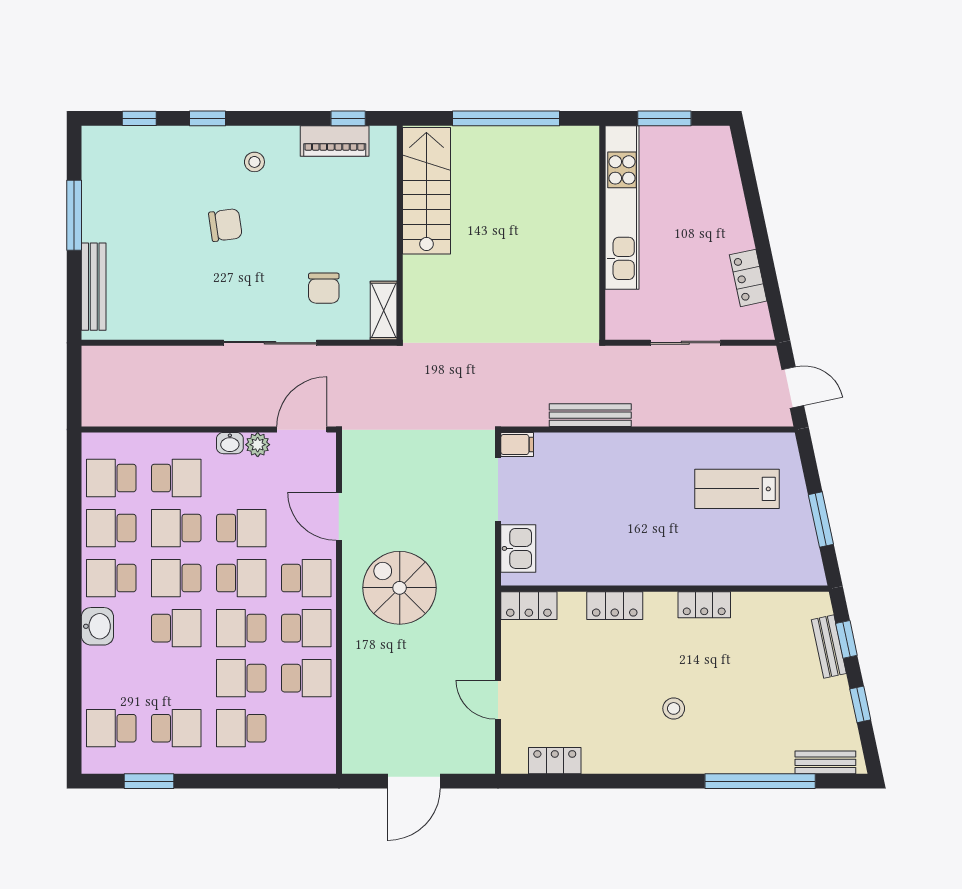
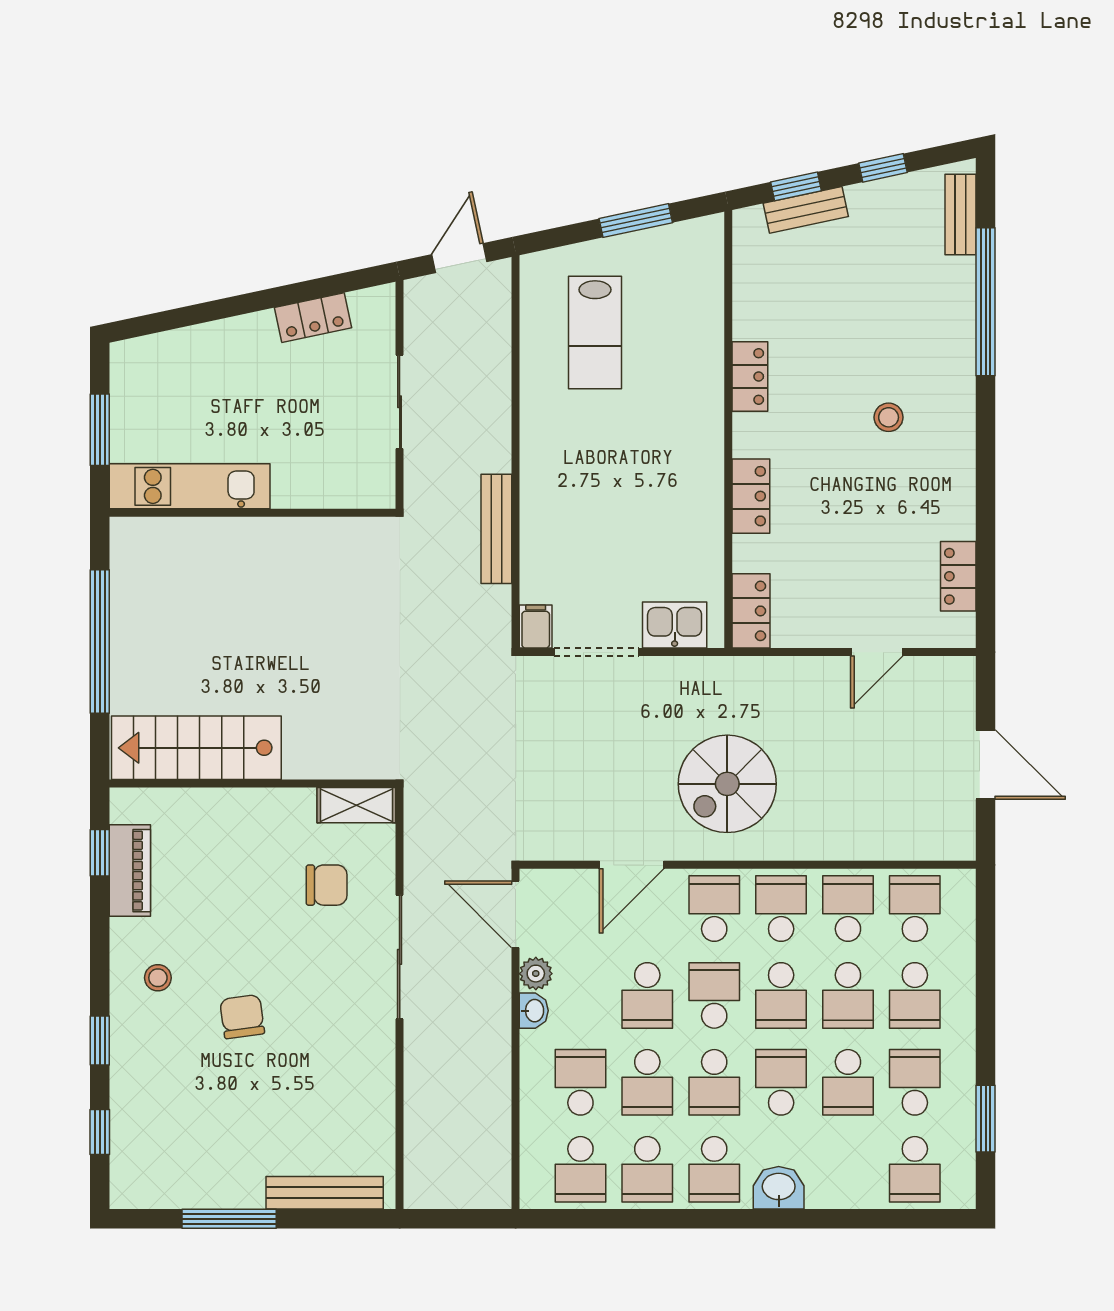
kitchen unit: (622, 208) -> (190, 486), width x0.73
school desk: (241, 528) -> (647, 995), turned 180
school desk: (176, 678) -> (848, 1082), added
school desk: (306, 728) -> (915, 909), added

